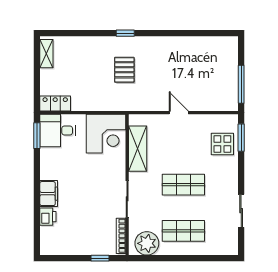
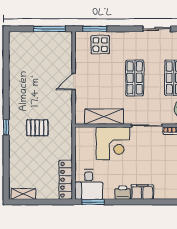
locker: (55, 103) -> (66, 180), width x1.53
corner desk: (106, 134) -> (113, 143), moved, turned 90
printer: (48, 217) -> (123, 193), moved

